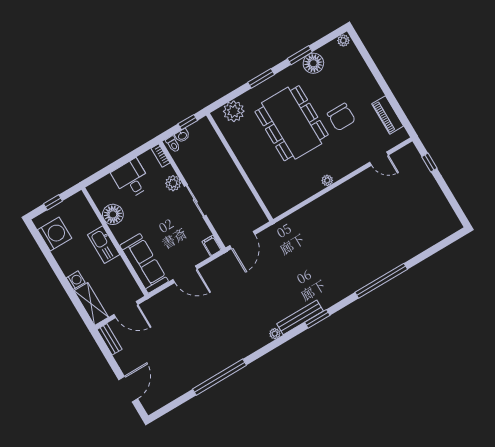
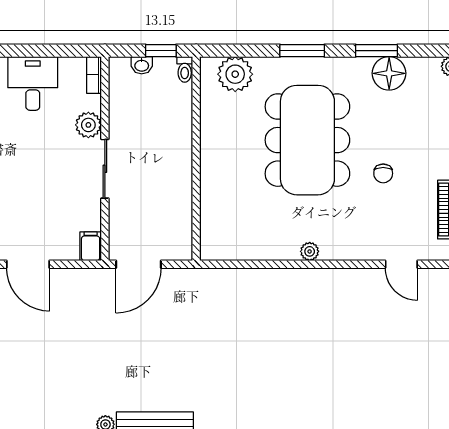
chair: (341, 117) -> (383, 173), width x0.54, depth x0.54
toilet: (173, 144) -> (185, 69), moved

